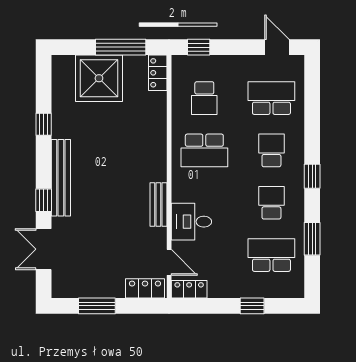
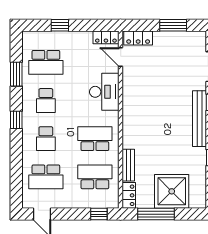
school desk: (204, 98) -> (95, 177), width x1.85
bench: (158, 204) -> (128, 165), moved
desk: (191, 222) -> (104, 92), width x1.37

